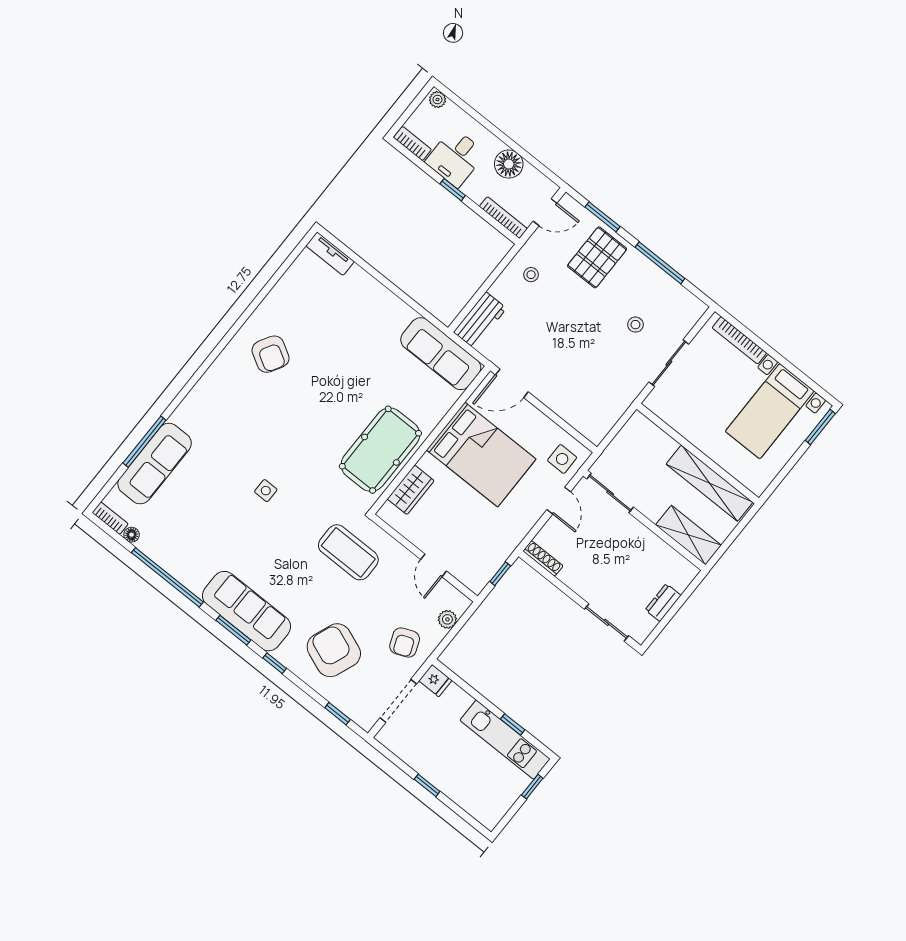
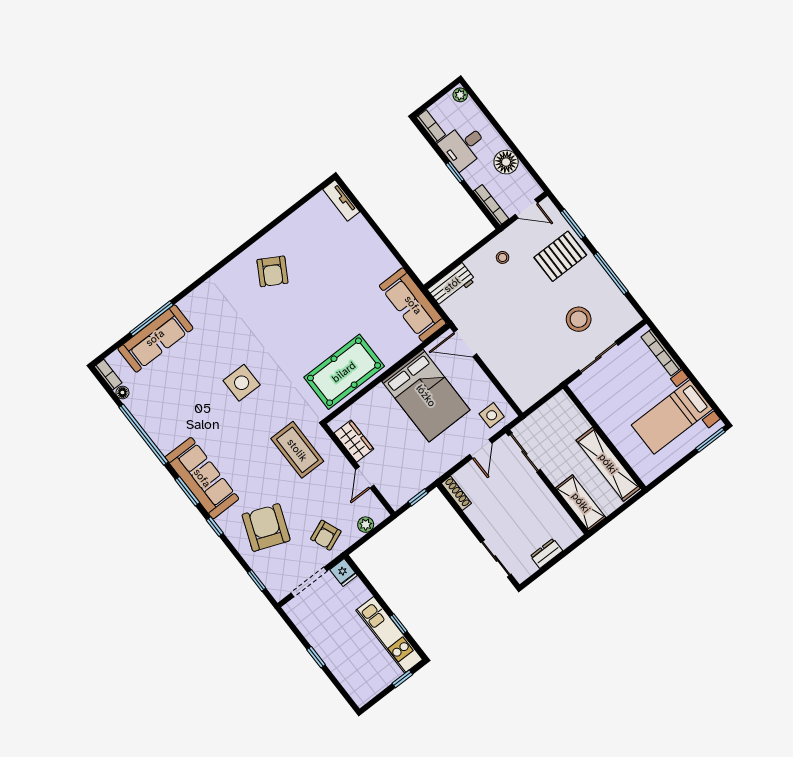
stool: (635, 325) -> (579, 319), width x1.89, depth x1.89
wardrobe: (411, 490) -> (354, 441), moved, turned -90
side table: (266, 491) -> (242, 383), width x1.87, depth x1.87

